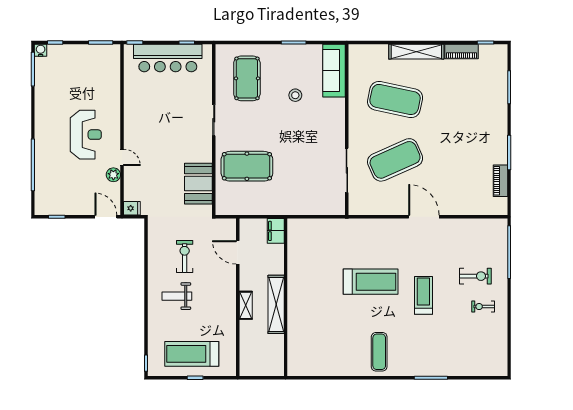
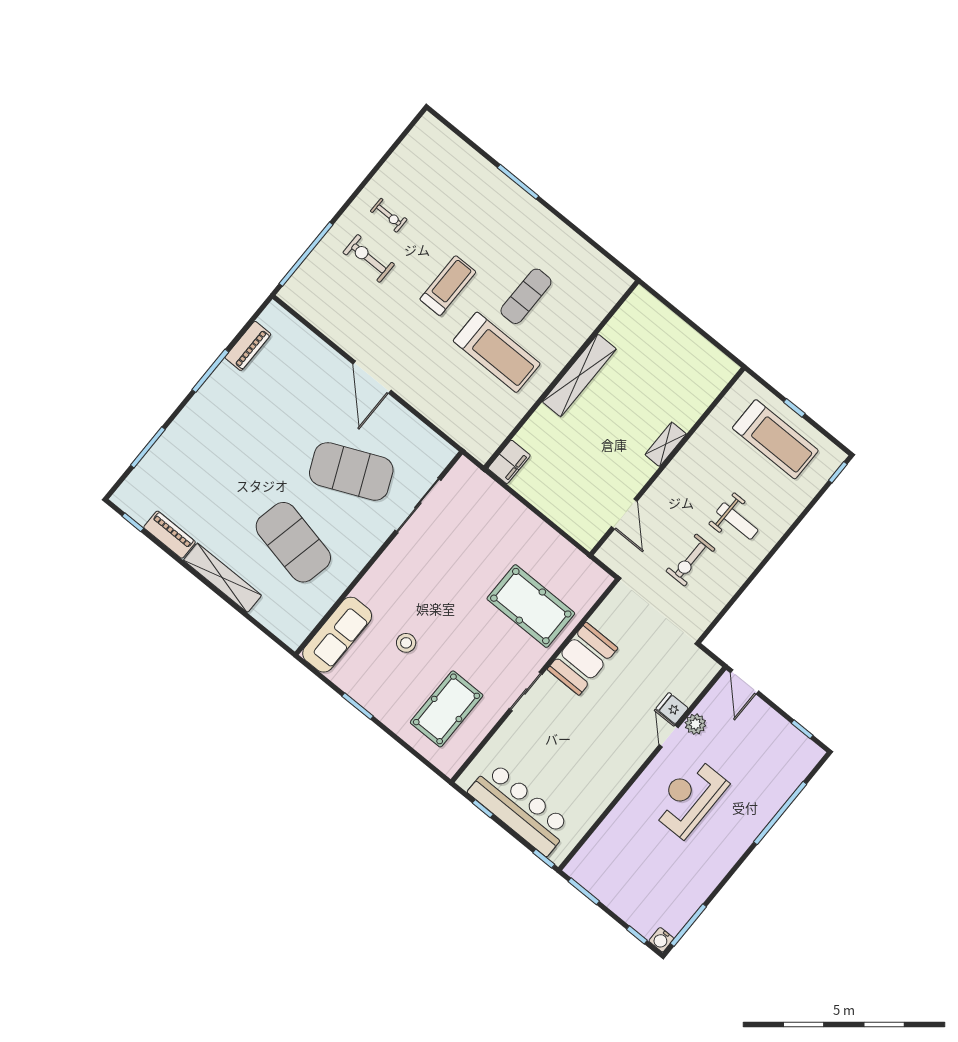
booth: (198, 184) -> (583, 659), moved
fridge: (132, 208) -> (672, 708), moved
filing cabinet: (276, 231) -> (509, 462), moved
treadmill: (371, 282) -> (497, 352), turned 180
treadmill: (423, 295) -> (448, 286), turned 180
wall: (286, 297) -> (561, 375), moved
shelving: (276, 304) -> (579, 375), moved
exercise mat: (379, 352) -> (526, 296), moved

